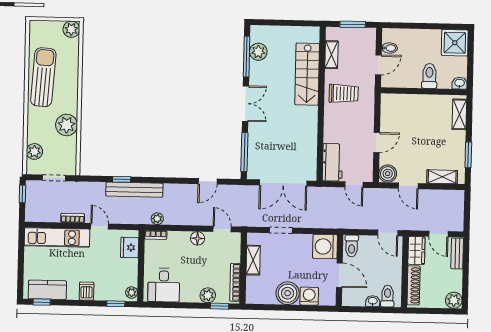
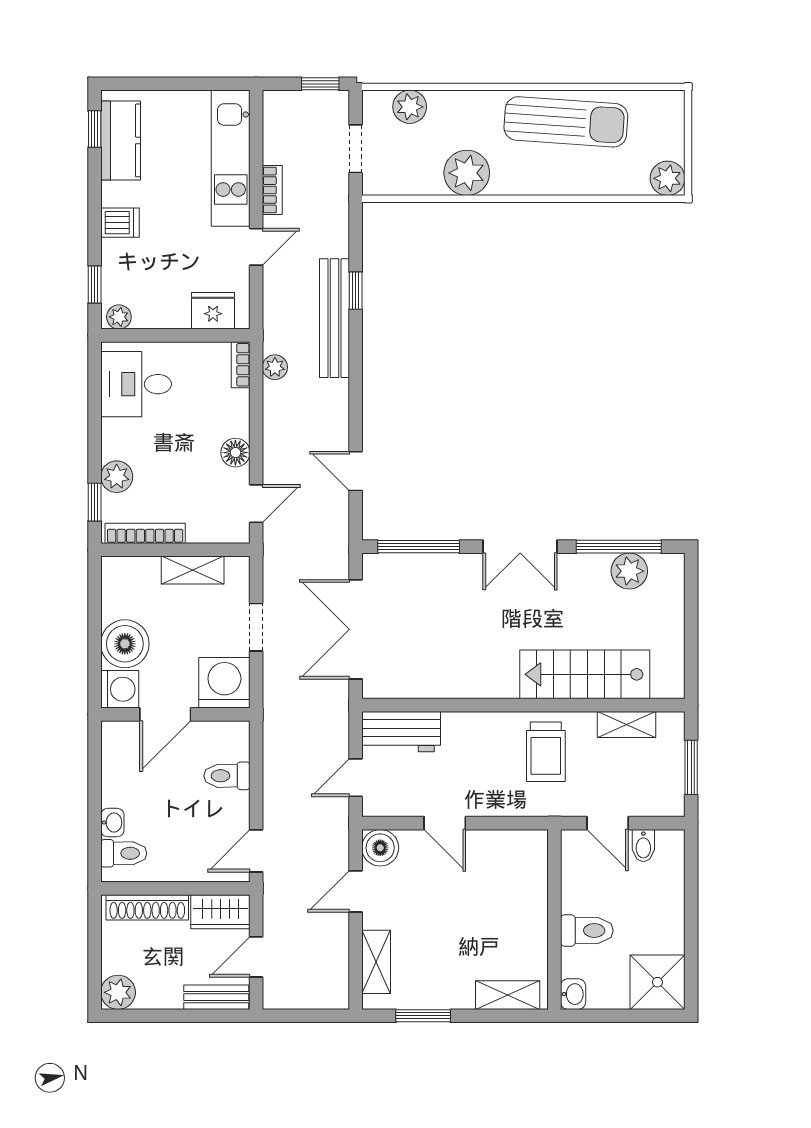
washing machine: (325, 247) -> (224, 683), moved
wall: (340, 270) -> (175, 714), moved
door: (339, 275) -> (165, 714), moved

